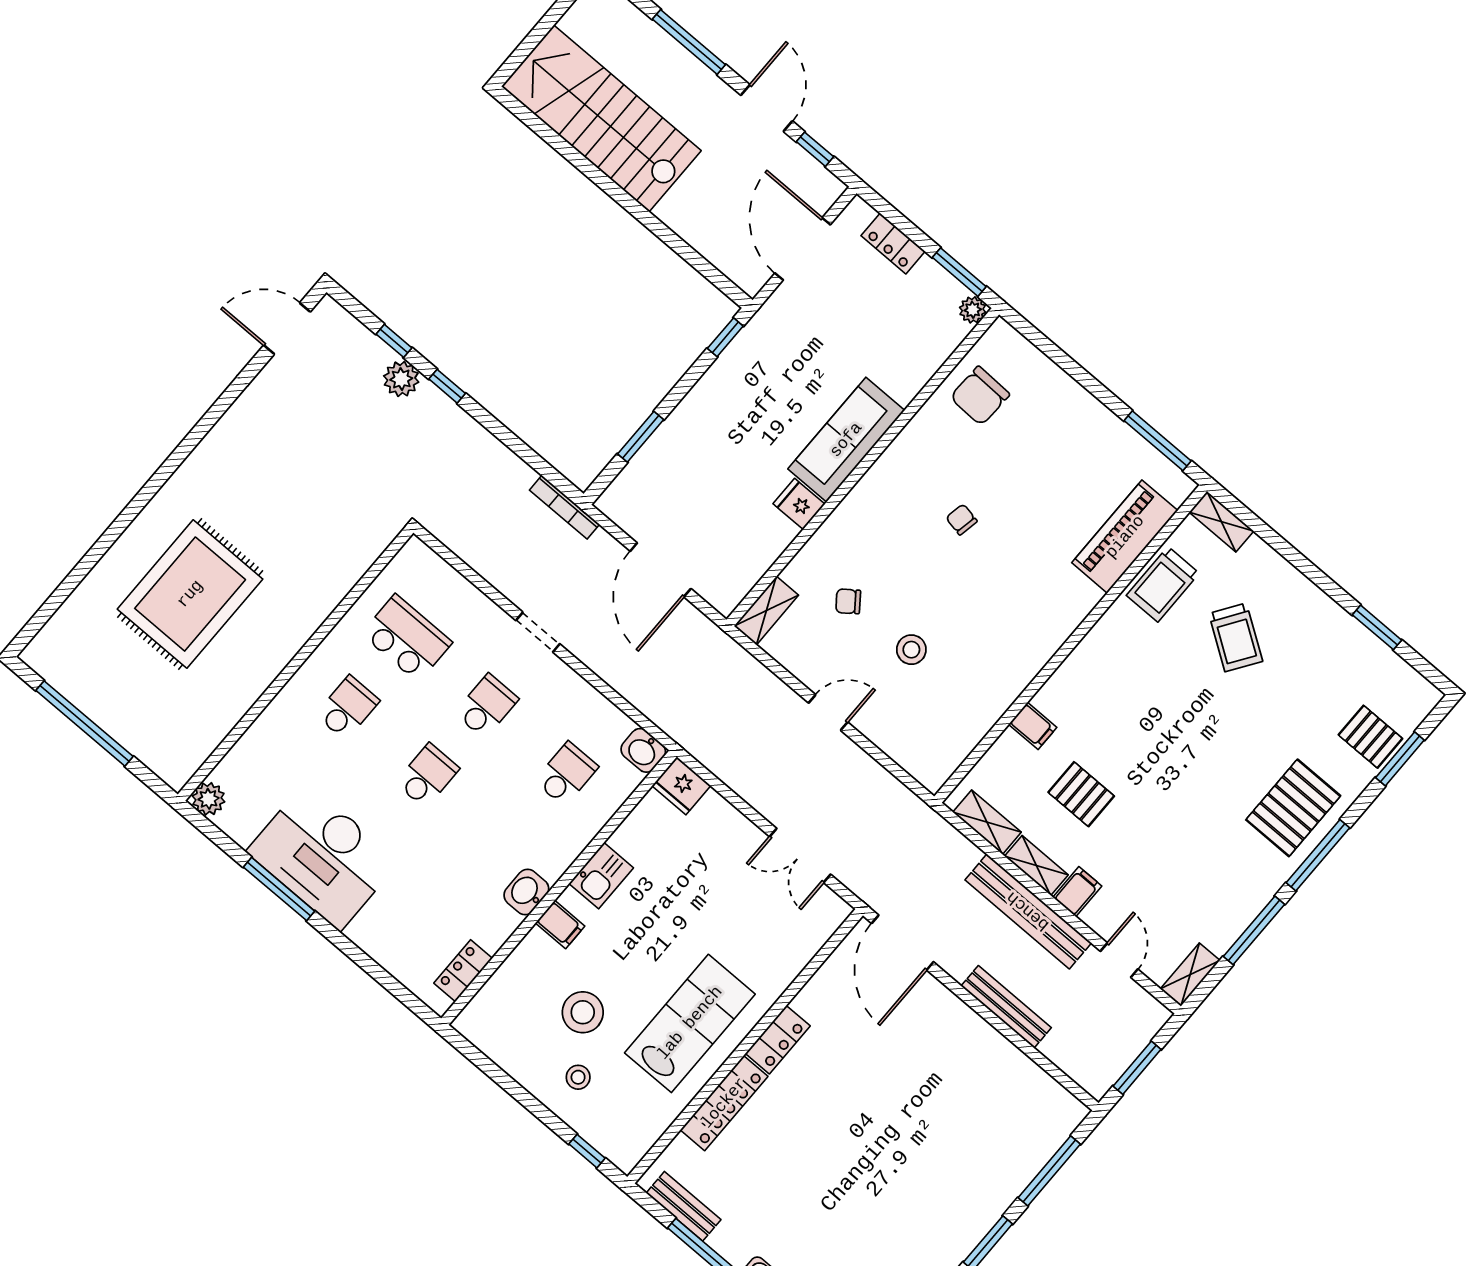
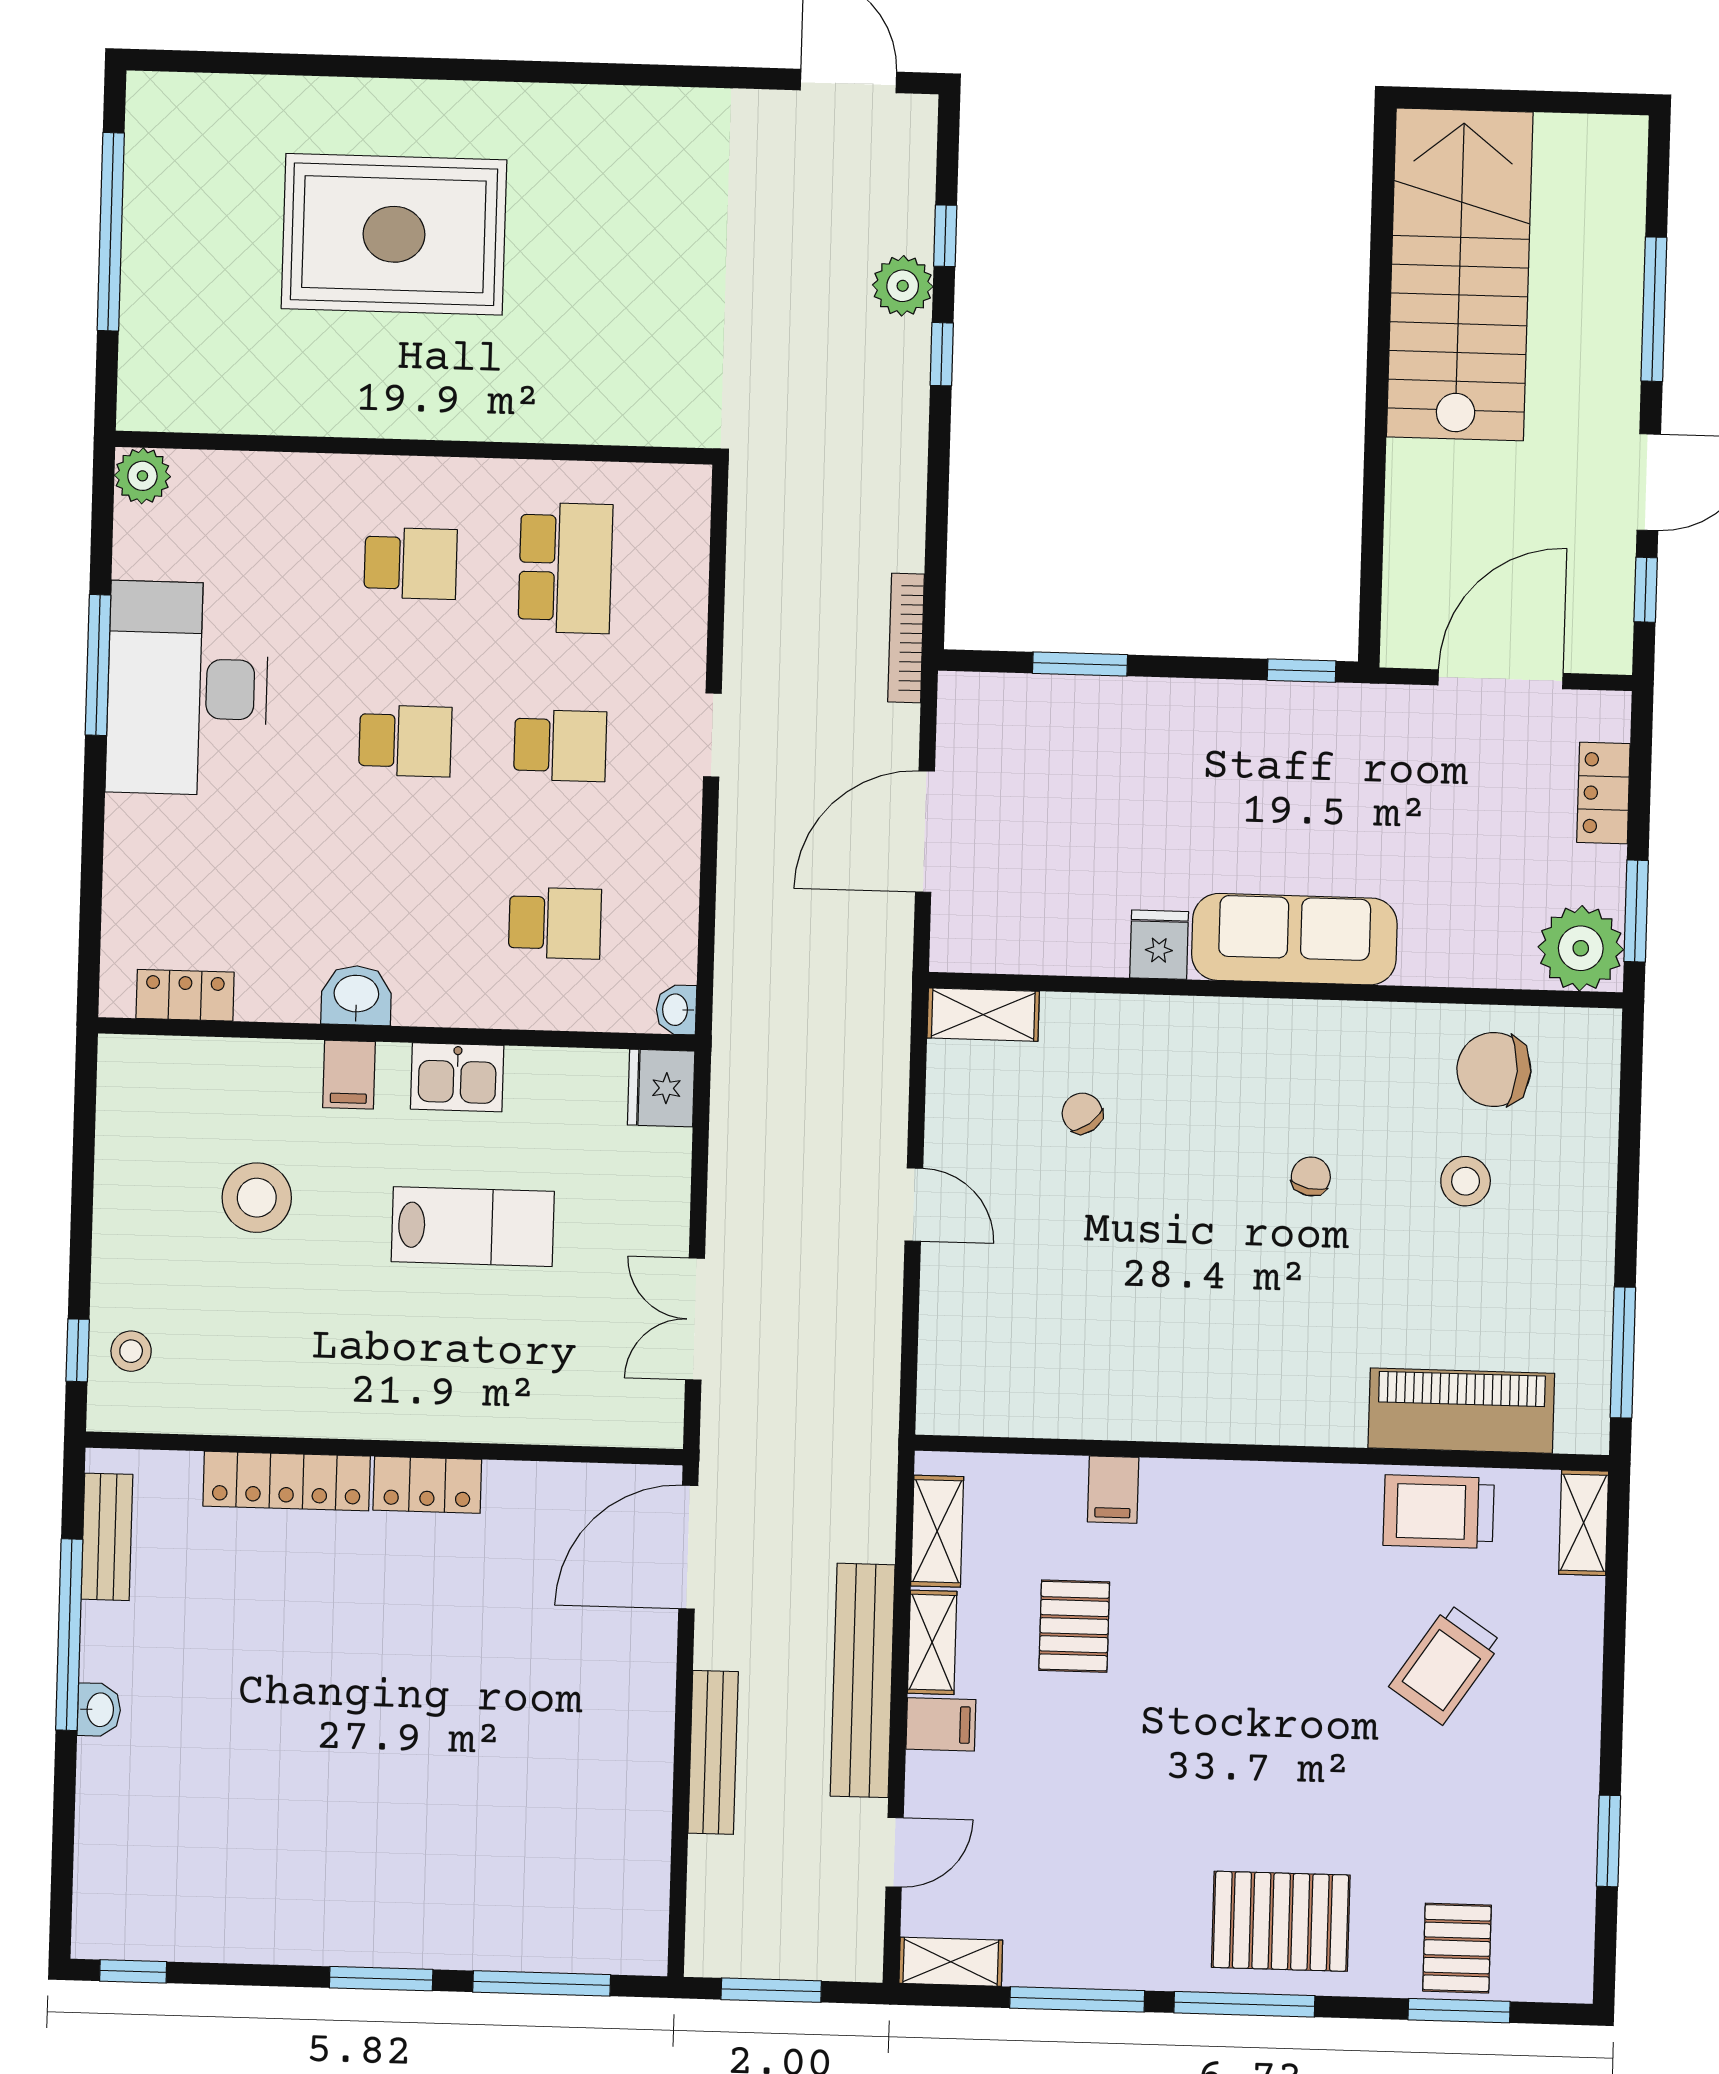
plant: (973, 310) -> (1581, 948), width x1.87, depth x1.87
stool: (911, 650) -> (1466, 1181), moved
washbasin: (643, 750) -> (676, 1010), width x0.72, depth x0.69
lab bench: (690, 1023) -> (473, 1227), moved, width x0.73, depth x0.72
stool: (578, 1077) -> (131, 1351), moved

